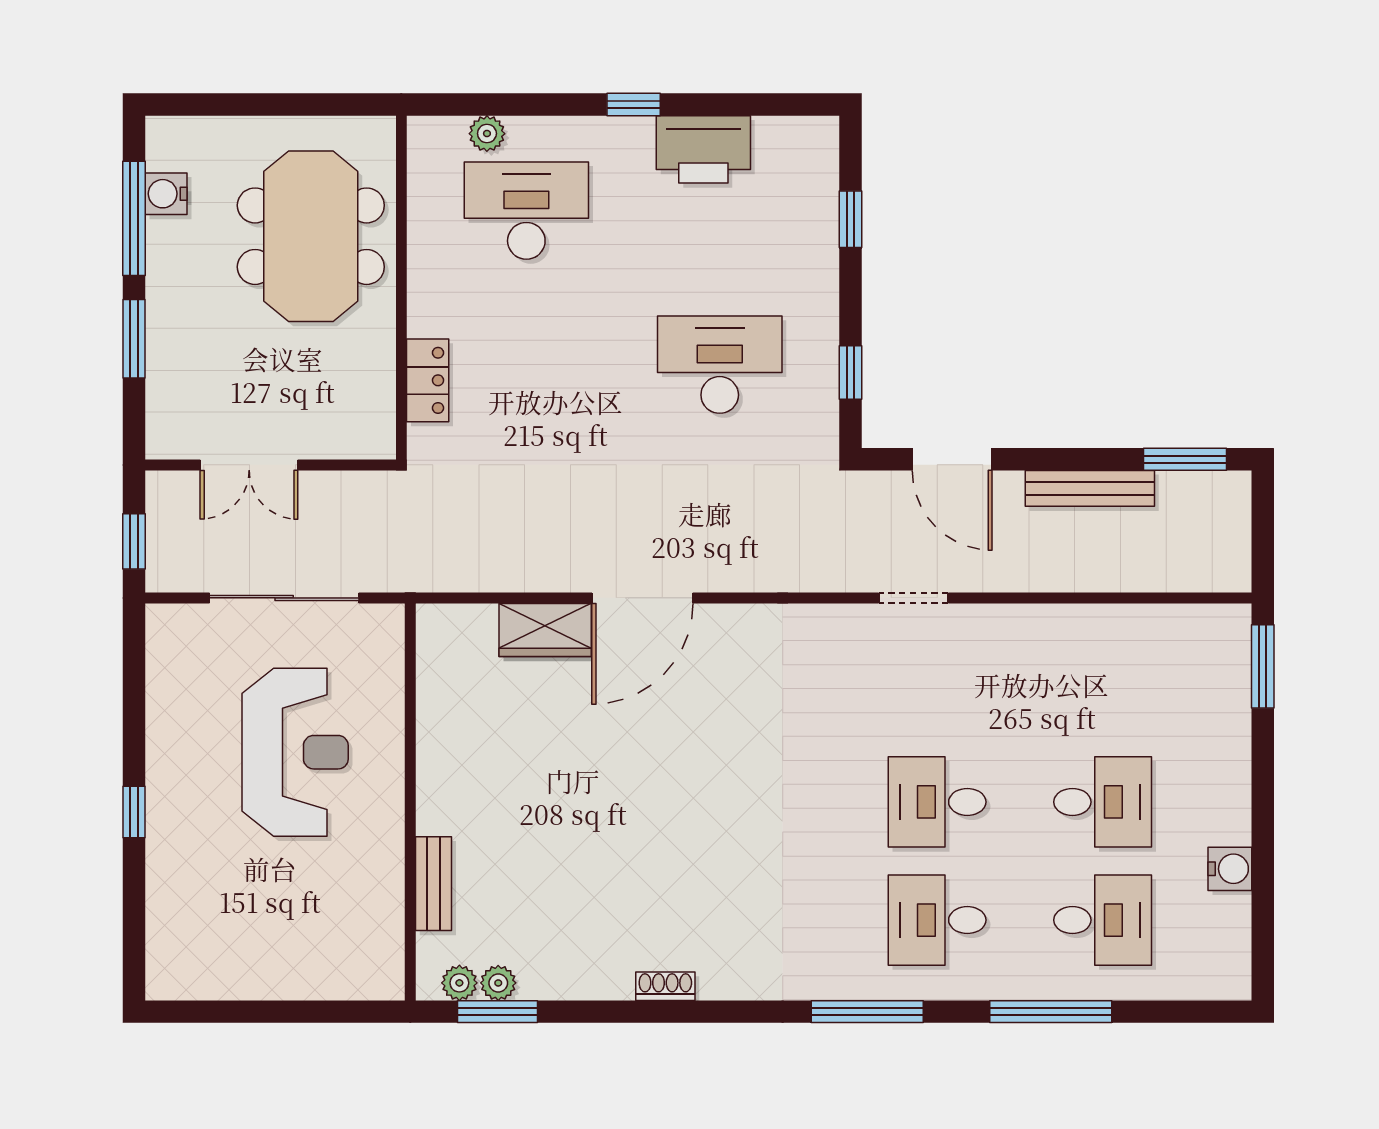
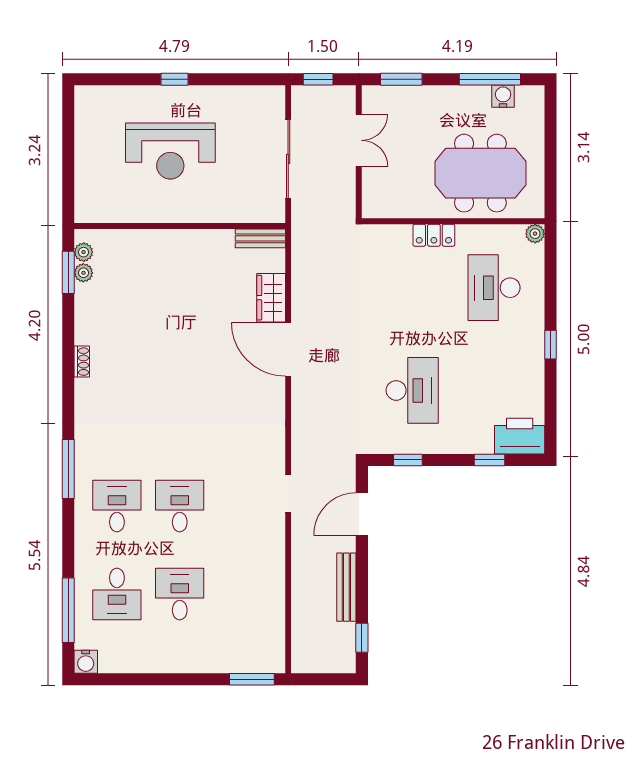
plant: (487, 134) -> (535, 234), moved
printer: (703, 149) -> (520, 436), moved, turned 90
desk: (526, 211) -> (494, 288), turned 180
window: (134, 339) -> (401, 79), moved
locker: (428, 380) -> (434, 235), moved
window: (1185, 459) -> (362, 638), width x0.67
double door: (249, 465) -> (359, 140), swing flipped
reception desk: (295, 752) -> (170, 151), moved
desk: (1103, 802) -> (180, 594), turned 180
water cooler: (1230, 869) -> (86, 662), moved
bench: (433, 884) -> (260, 238), moved
window: (1051, 1012) -> (68, 610), moved

